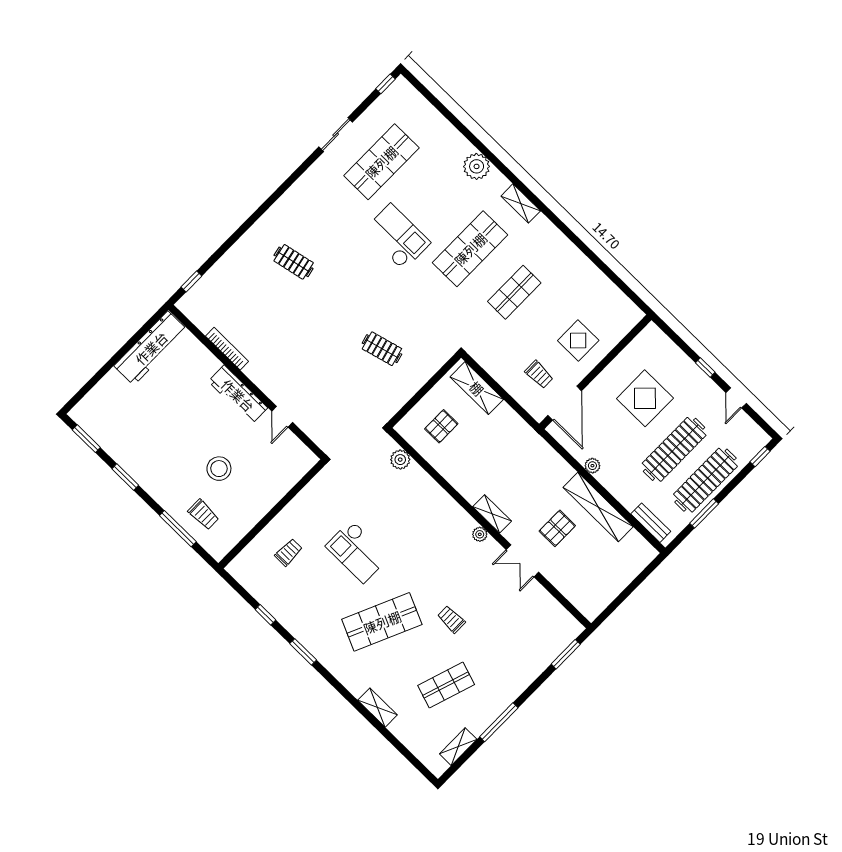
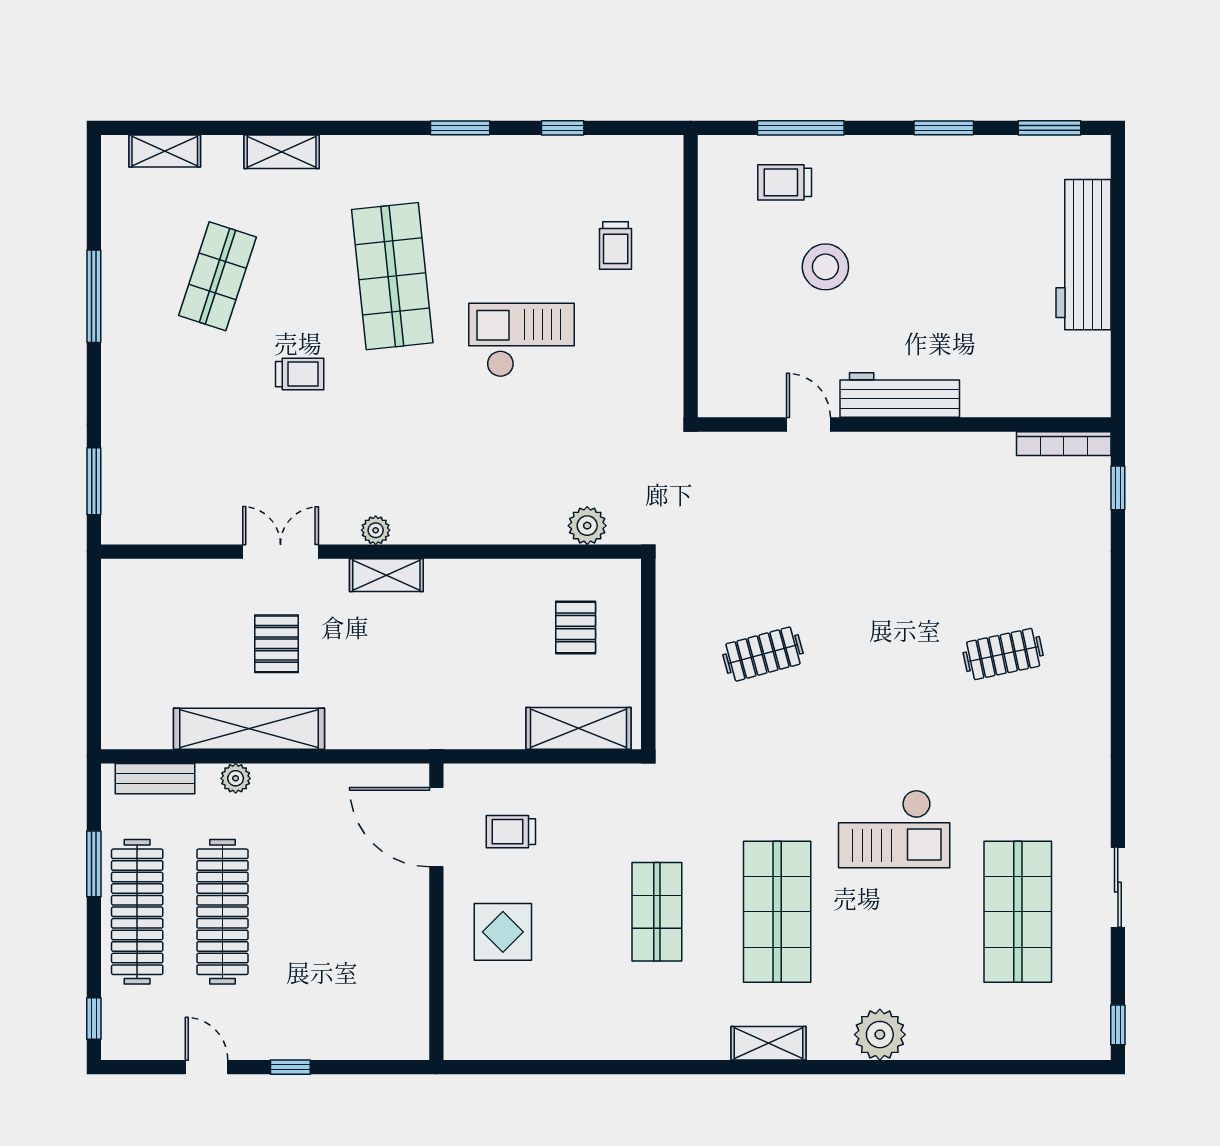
workbench: (151, 348) -> (1083, 255), moved
bookcase: (227, 349) -> (1064, 444), moved
display table: (645, 398) -> (332, 943), removed
plant: (592, 466) -> (236, 778), moved
shop shelf: (382, 622) -> (392, 276), turned -30
shelving: (458, 747) -> (165, 151), moved, turned 90

